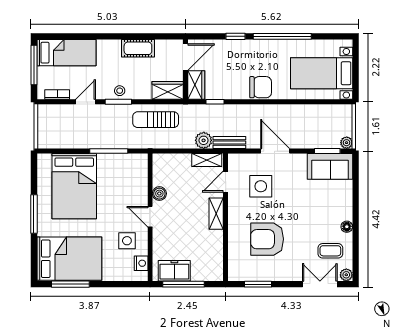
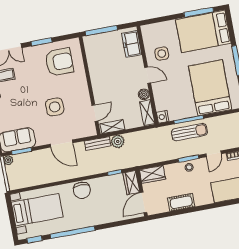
window: (235, 36) -> (35, 239), moved
chair: (261, 87) -> (82, 190), turned -90
sun lounger: (156, 120) -> (189, 132), moved
side table: (261, 186) -> (55, 107), moved
shelving: (216, 214) -> (147, 113), moved
armchair: (267, 239) -> (59, 62), moved
nightstand: (141, 263) -> (163, 117), moved
freezer: (174, 271) -> (132, 44), moved, turned 90
window: (184, 284) -> (101, 31), moved
window: (258, 284) -> (42, 42), moved

